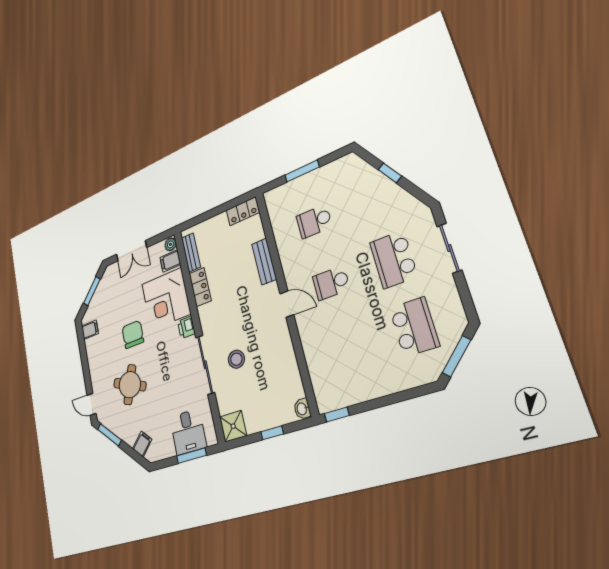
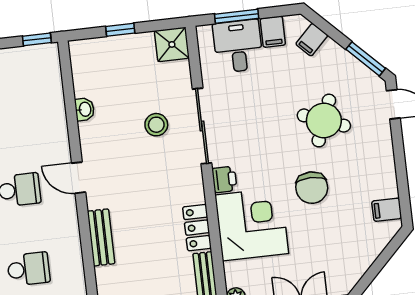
filing cabinet: (170, 261) -> (273, 32), moved, turned 90
window: (92, 291) -> (378, 265), removed
washbasin: (302, 409) -> (85, 109), moved

